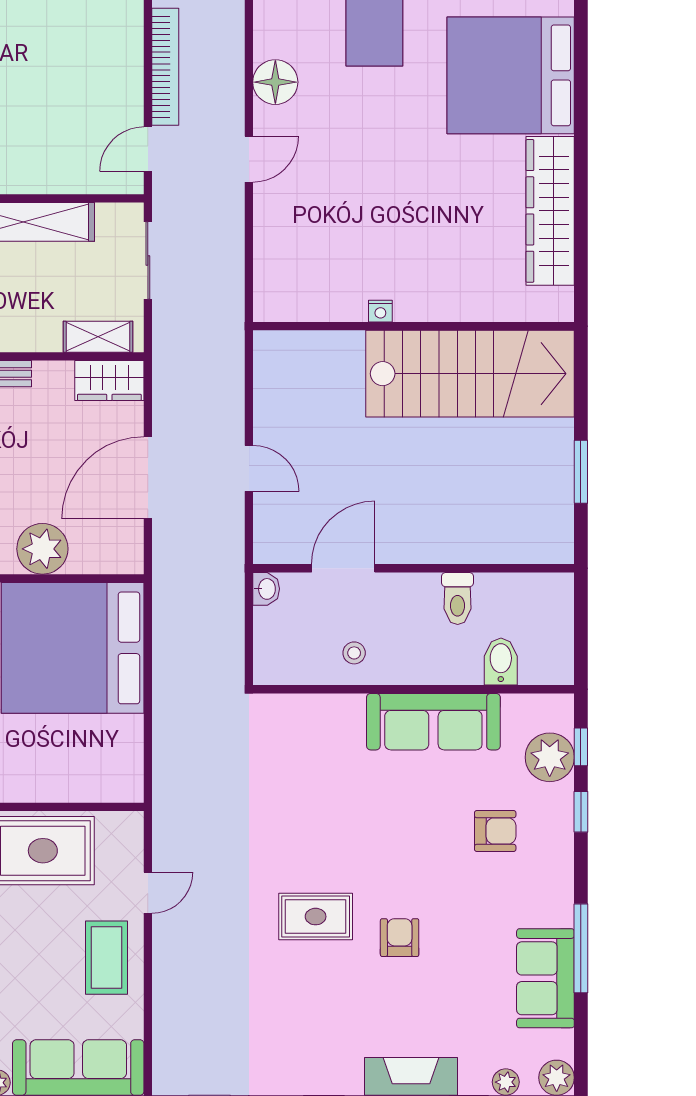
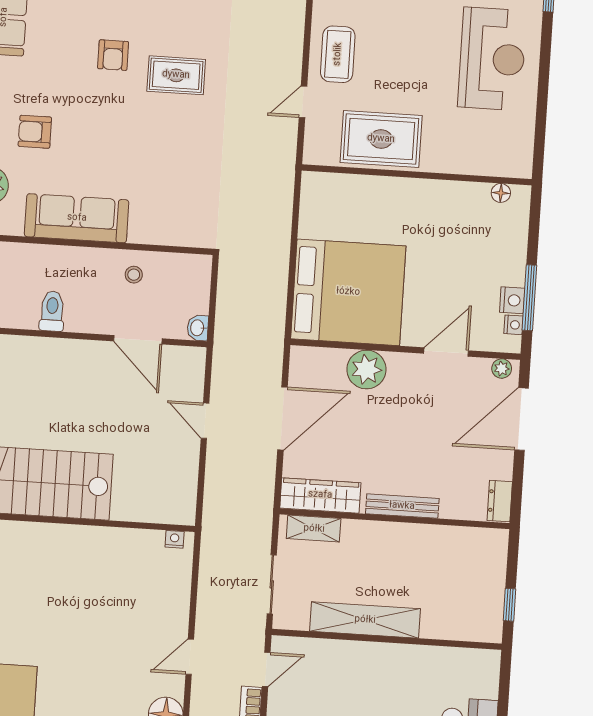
nightstand: (380, 311) -> (175, 539), moved
wardrobe: (109, 381) -> (320, 495), width x1.50
door: (343, 568) -> (138, 340), hinge flipped
bidet: (501, 662) -> (22, 261), removed

